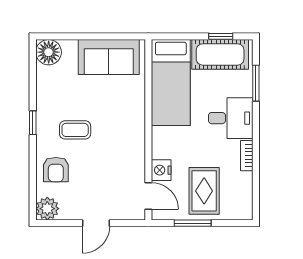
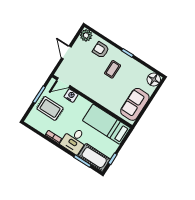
cot: (220, 54) -> (94, 158), moved, turned 90

